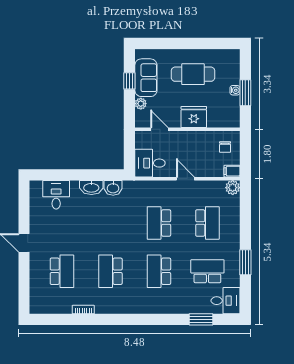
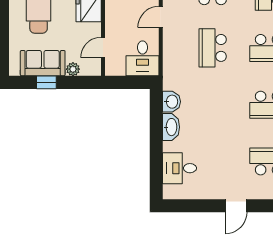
school desk: (159, 223) -> (213, 48), turned 90

